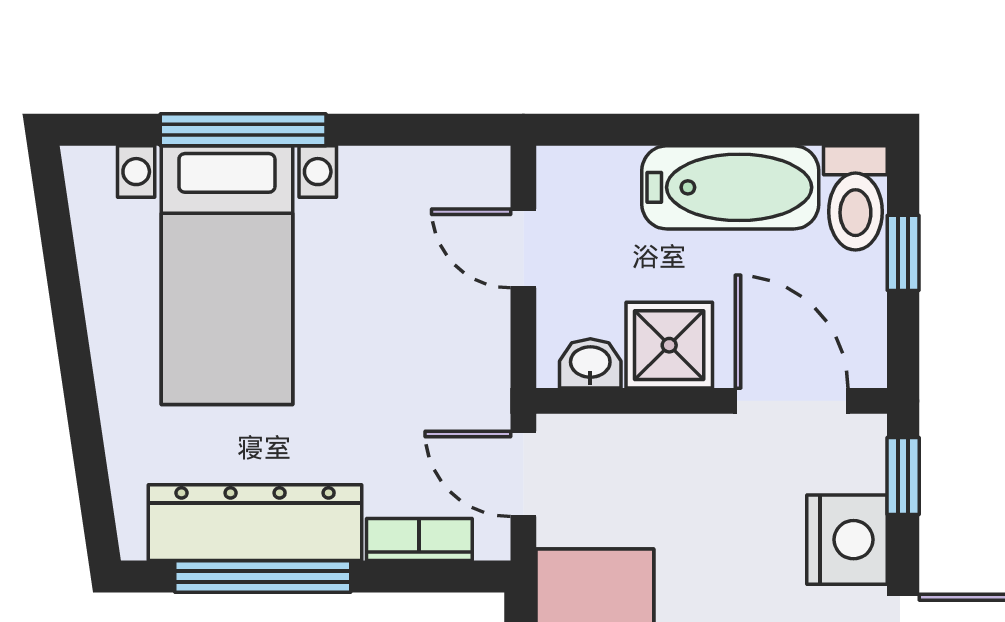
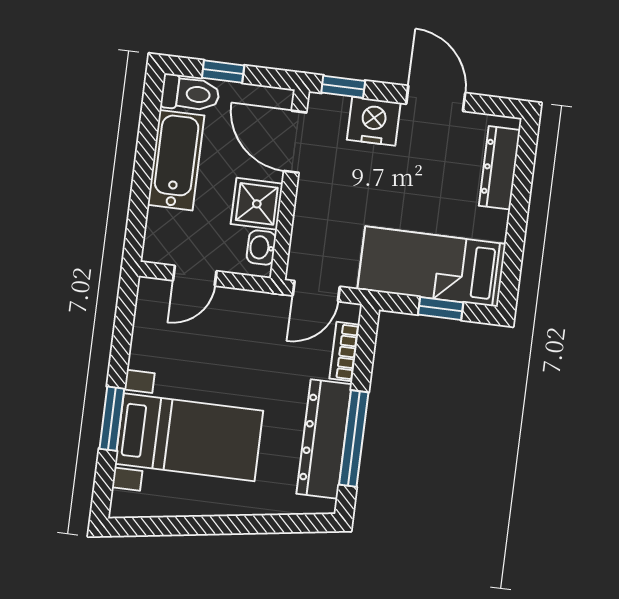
window: (243, 130) -> (112, 419), width x0.69
door: (792, 401) -> (295, 142), hinge flipped

